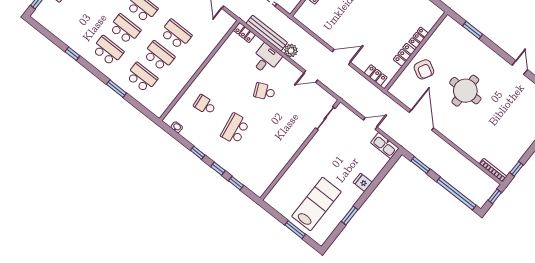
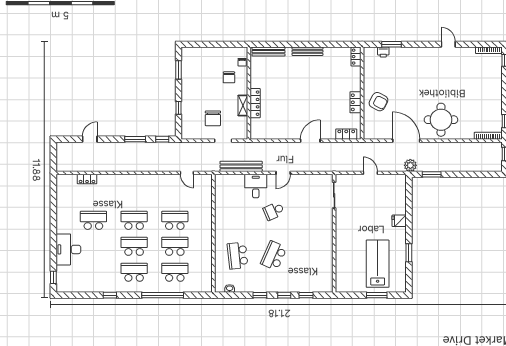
printer: (461, 31) -> (383, 52), added
locker: (244, 33) -> (224, 179), removed
locker: (419, 38) -> (356, 57), moved
plant: (291, 51) -> (410, 165), moved
door: (311, 77) -> (283, 173), moved
window: (116, 89) -> (163, 295), width x2.11
round table: (465, 91) -> (441, 120), moved
school desk: (205, 105) -> (238, 256), width x1.85
door: (370, 124) -> (370, 173), hinge flipped
school desk: (235, 129) -> (274, 256), turned 33
kitchen sink: (385, 145) -> (394, 181), removed
window: (456, 193) -> (475, 174), removed

